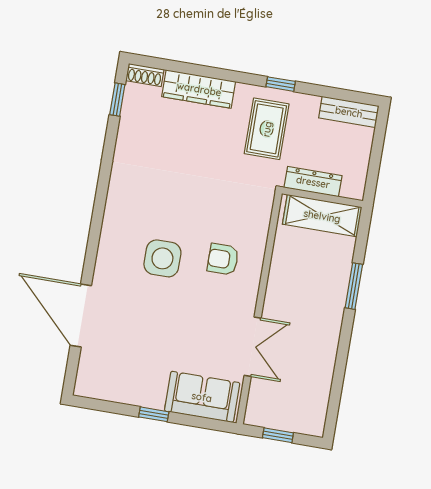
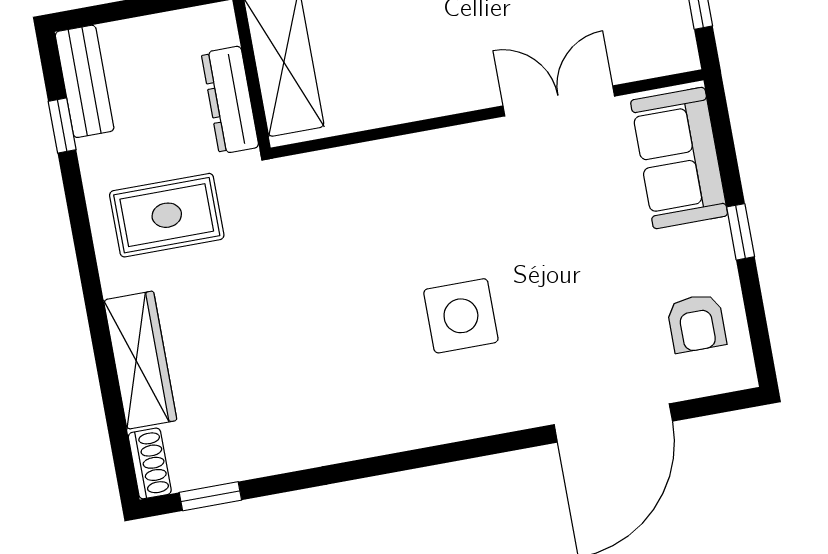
window: (281, 84) -> (62, 126), moved
armchair: (223, 259) -> (696, 323), moved

